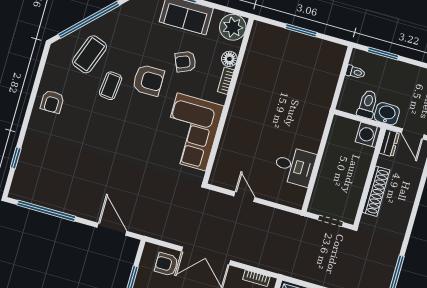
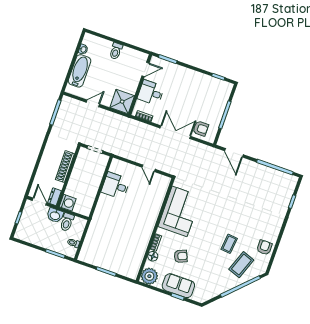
armchair: (148, 80) -> (205, 246), removed
armchair: (52, 102) -> (264, 247), moved

